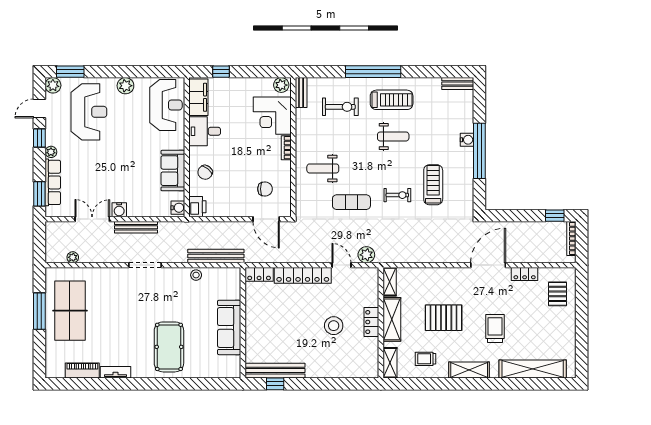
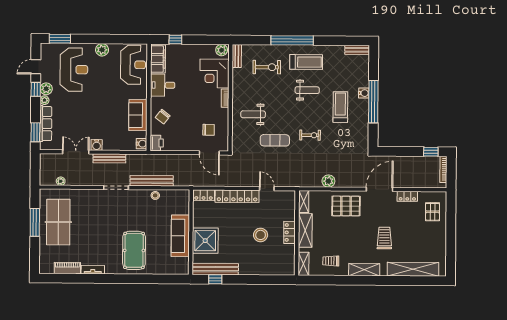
plant: (53, 85) -> (46, 89), moved
treadmill: (433, 185) -> (340, 107), moved
plant: (366, 255) -> (328, 181), moved
bench: (216, 256) -> (152, 181), moved
pallet: (444, 318) -> (346, 206), moved
shower: (262, 334) -> (205, 241), added

